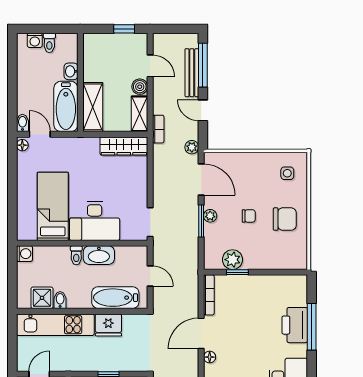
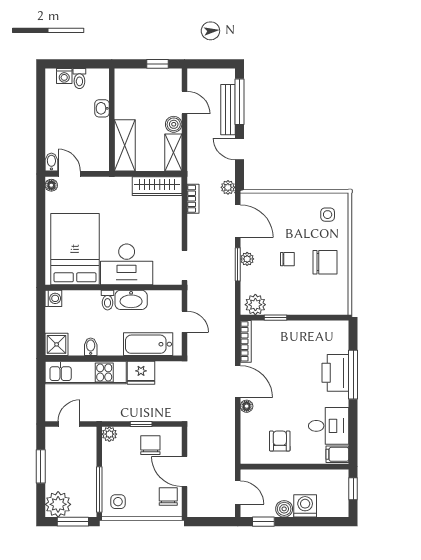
bathtub: (66, 106) -> (97, 145), removed
bookcase: (158, 129) -> (193, 199), moved
bed: (53, 206) -> (75, 249), width x1.50
plant: (232, 260) -> (255, 305), moved
shower: (42, 298) -> (57, 344), moved
door: (201, 333) -> (238, 382), swing flipped

